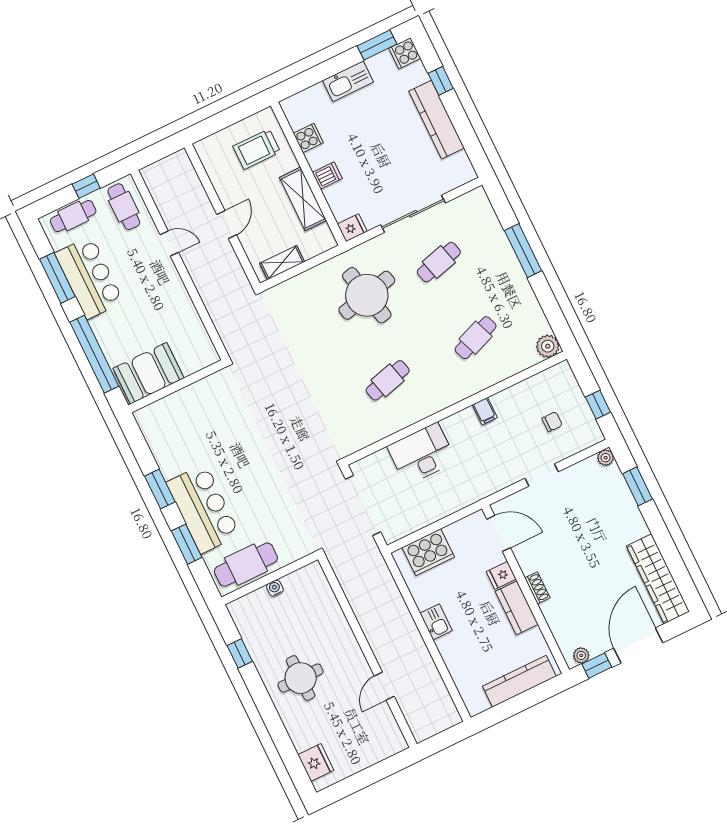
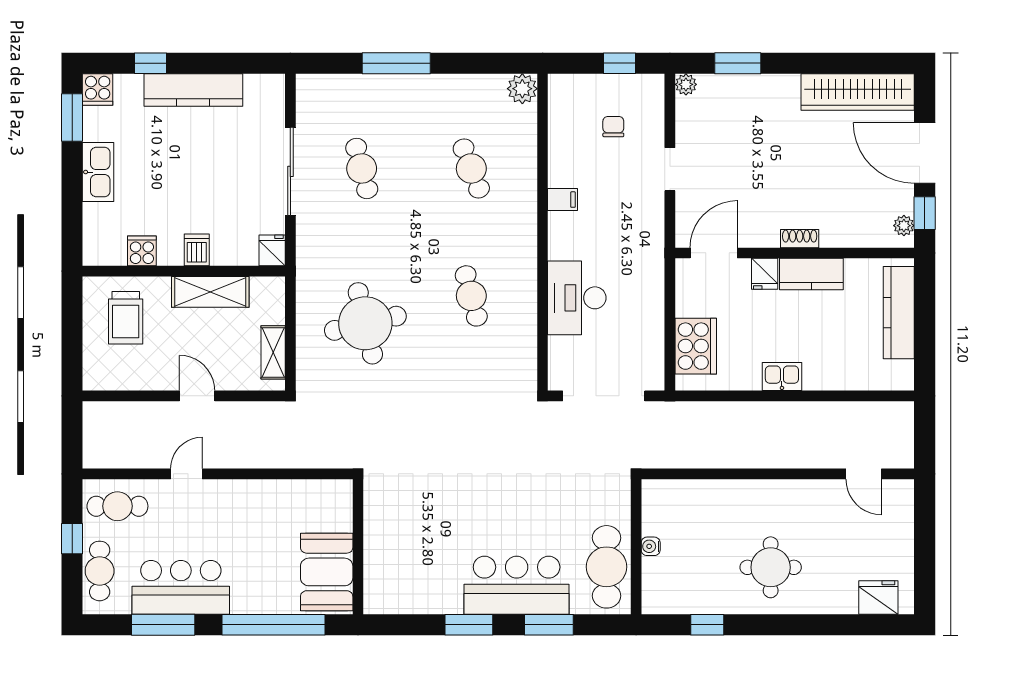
round table: (367, 295) -> (365, 323), moved
door: (384, 686) -> (864, 474), moved

